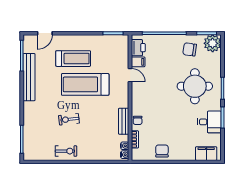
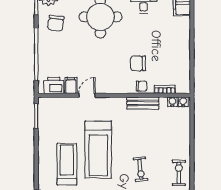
chair: (162, 151) -> (138, 63), moved

